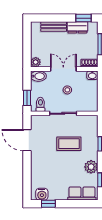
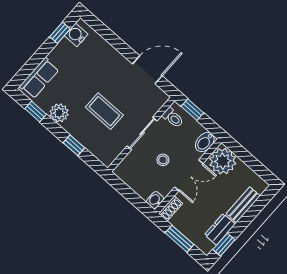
plant: (36, 62) -> (223, 161), width x1.87, depth x1.87
coffee table: (69, 144) -> (104, 111), turned 90

